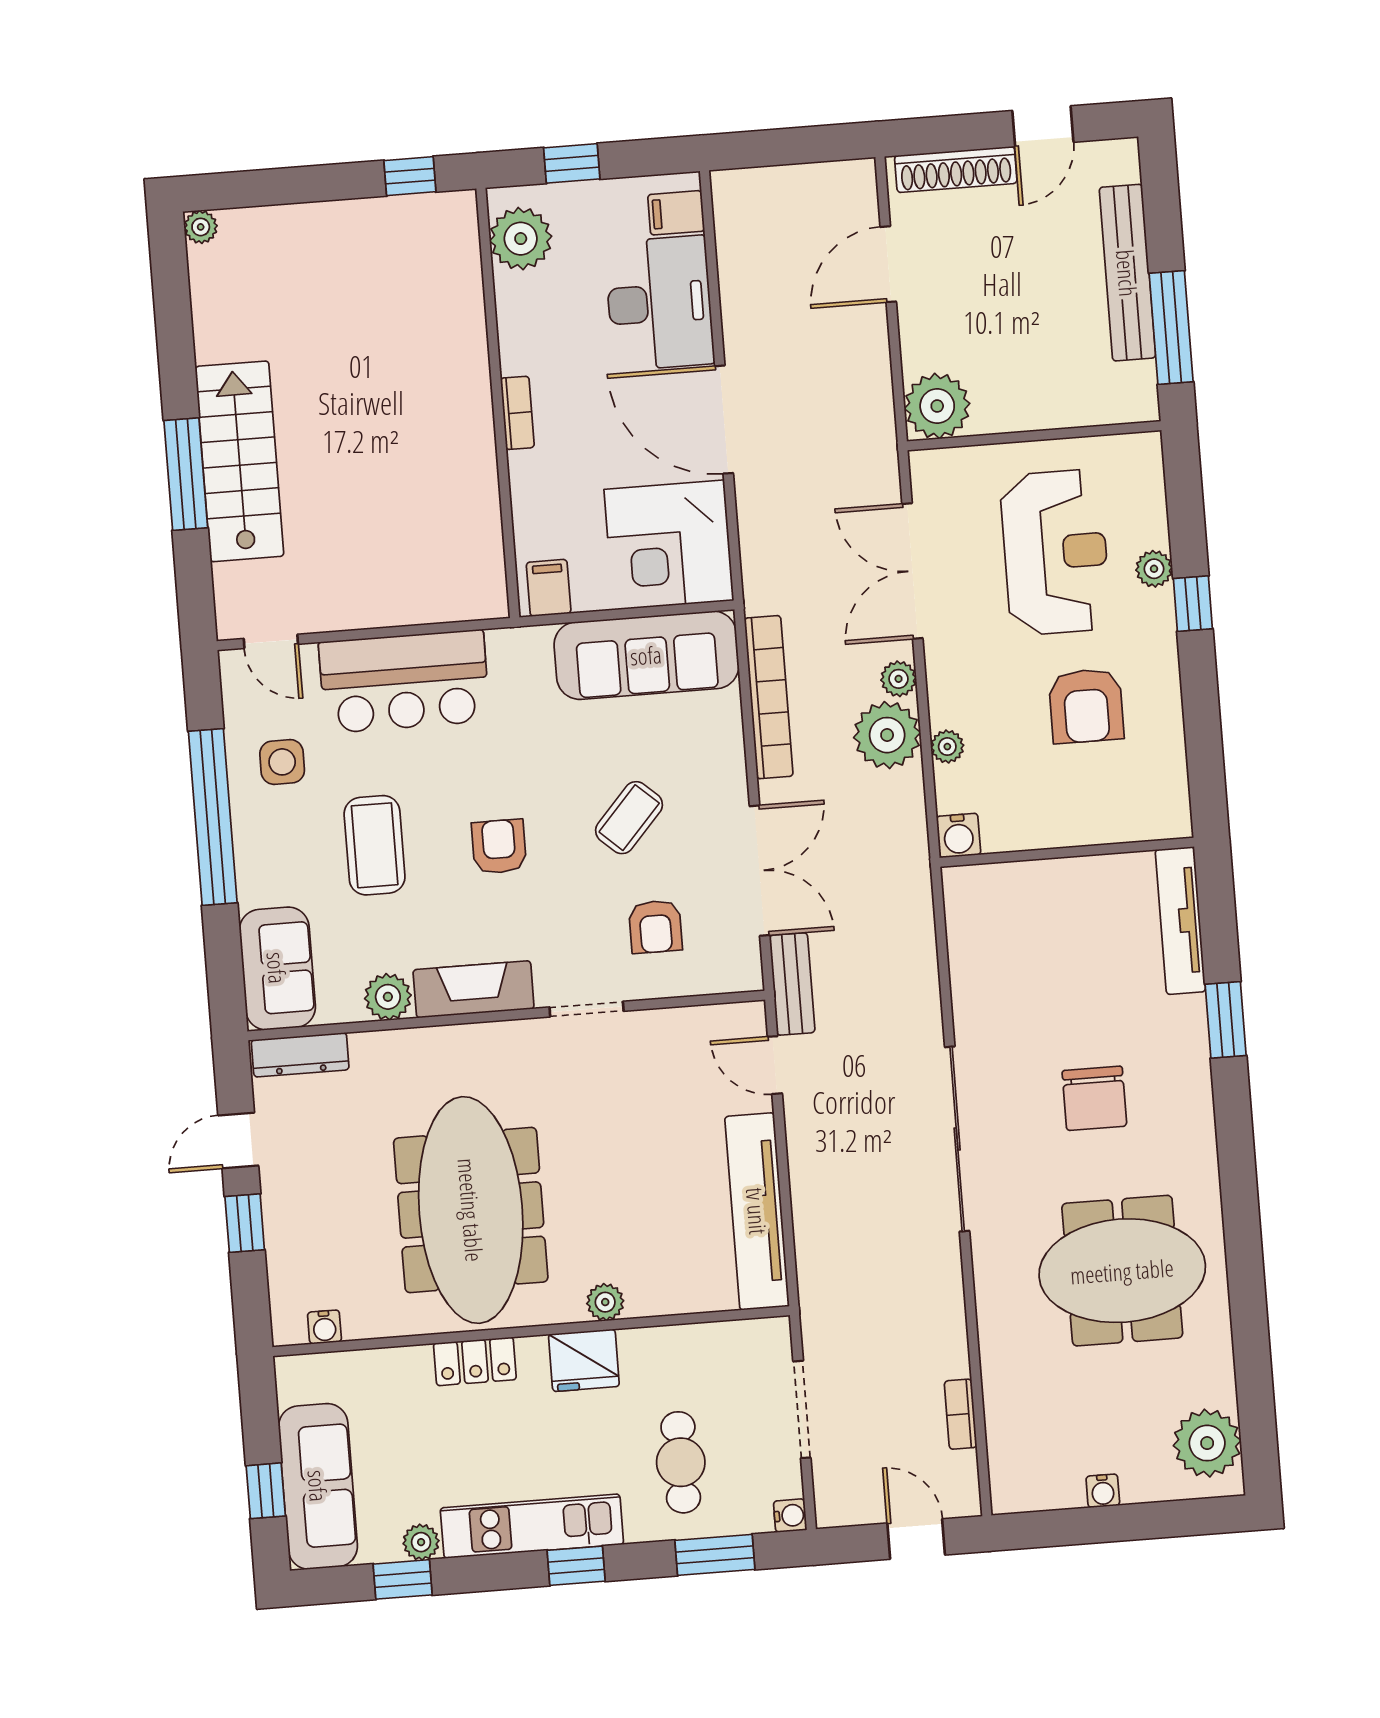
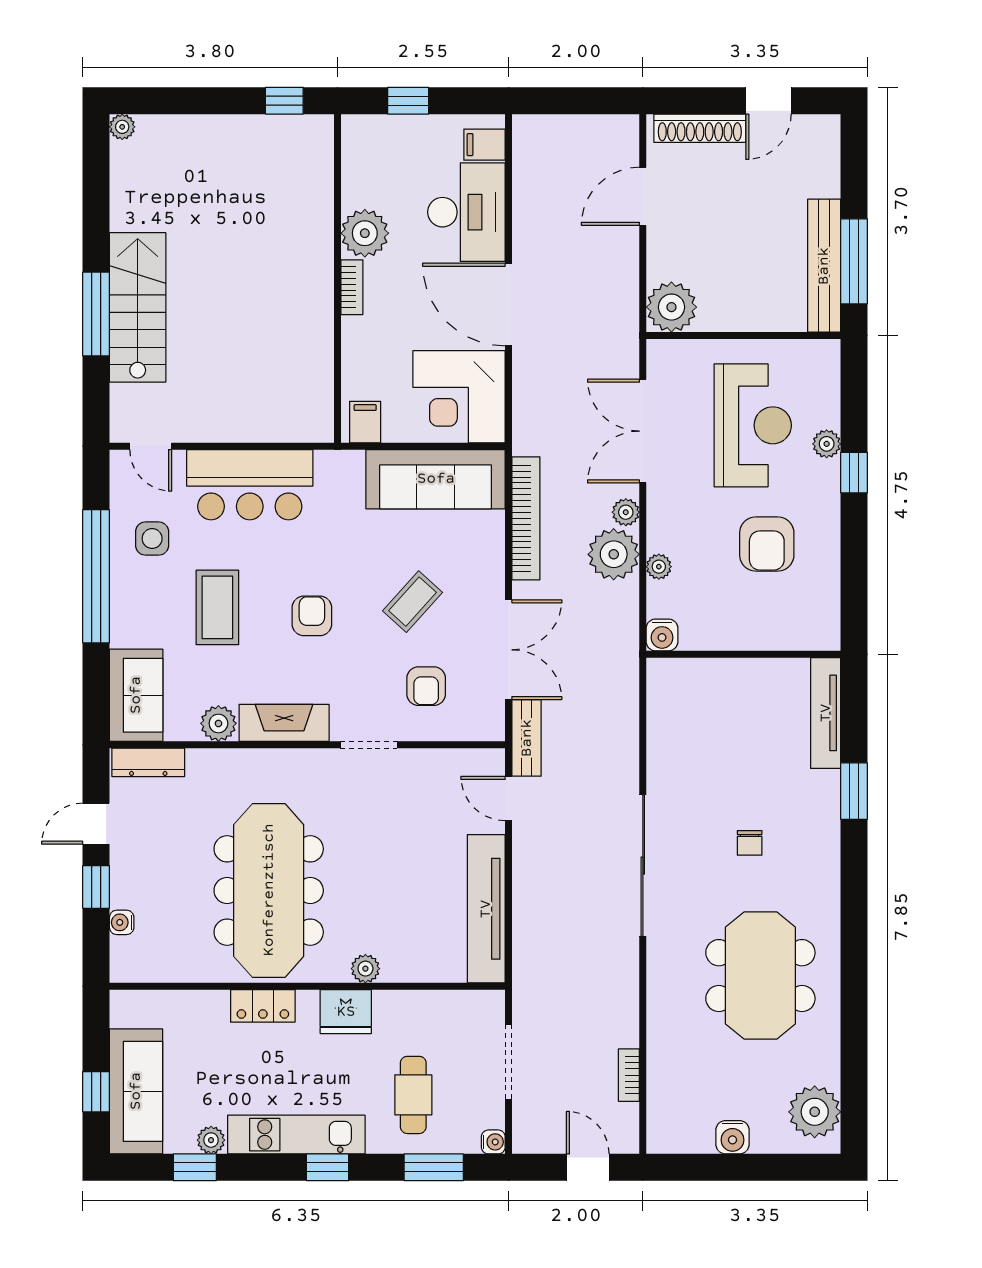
plant: (521, 239) -> (365, 233), moved
bench: (1127, 273) -> (824, 266), moved
chair: (1094, 1098) -> (750, 843), width x0.54, depth x0.54
meeting table: (1122, 1271) -> (760, 976), turned 90
water cooler: (324, 1327) -> (122, 922), moved, turned 90
water cooler: (1103, 1491) -> (732, 1137), width x1.38, depth x1.38

